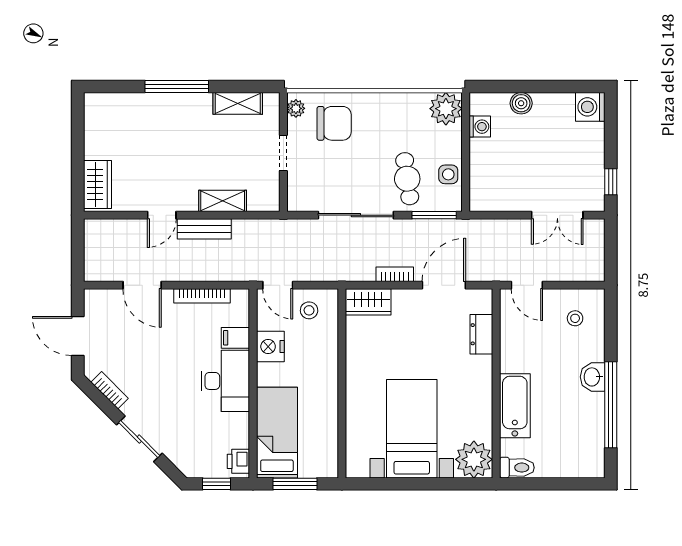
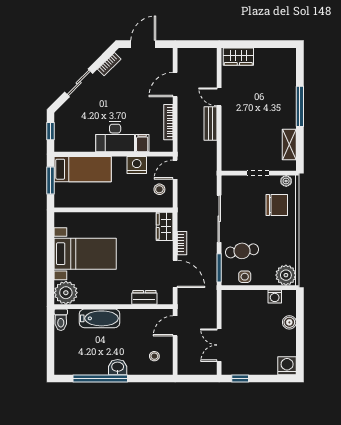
chair: (334, 123) -> (277, 205), turned -90
shelving: (223, 201) -> (228, 135), removed
printer: (238, 461) -> (65, 145), removed

